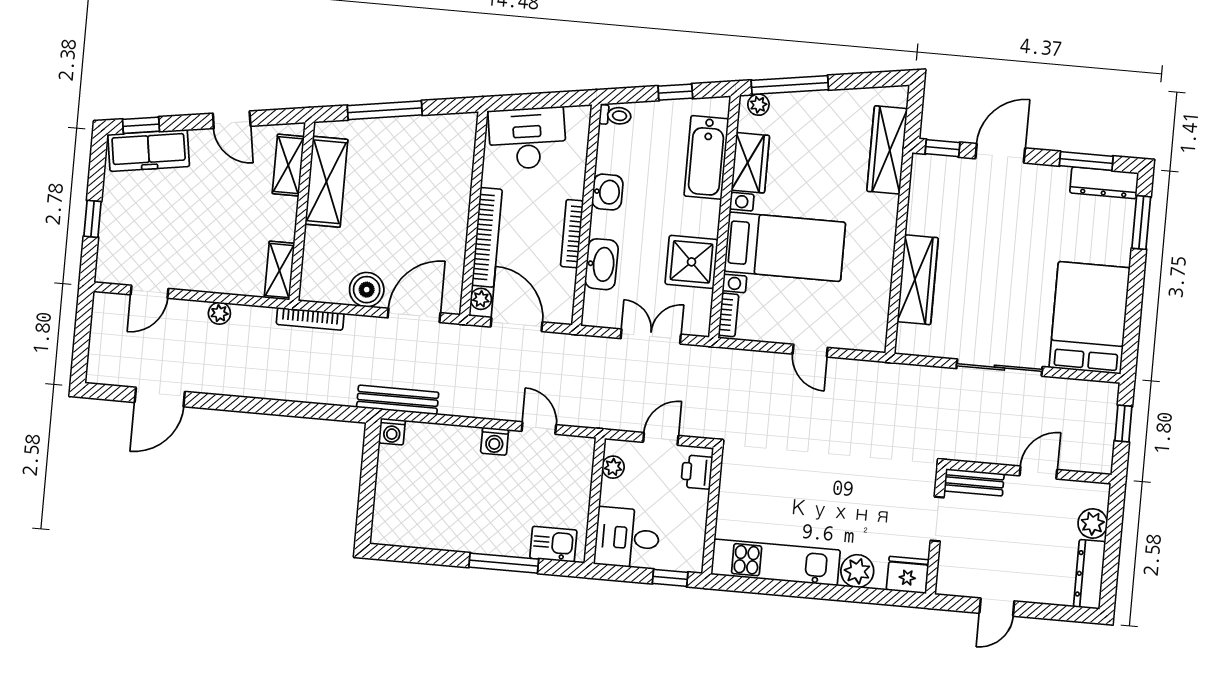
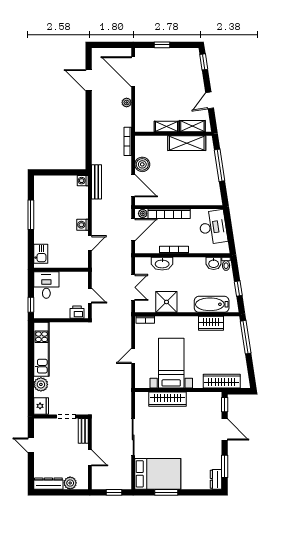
plant: (758, 105) -> (236, 324), removed
freezer: (149, 150) -> (193, 66), removed
dresser: (1104, 183) -> (216, 479), width x0.70
washbasin: (607, 192) -> (214, 263), moved
window: (1141, 223) -> (166, 492), moved
bed with nightstands: (785, 247) -> (171, 363), moved, turned 180
shelving: (279, 271) -> (166, 127), moved
door: (149, 292) -> (133, 72), width x1.88
plant: (613, 467) -> (76, 276), removed
window: (504, 563) -> (31, 215), moved

